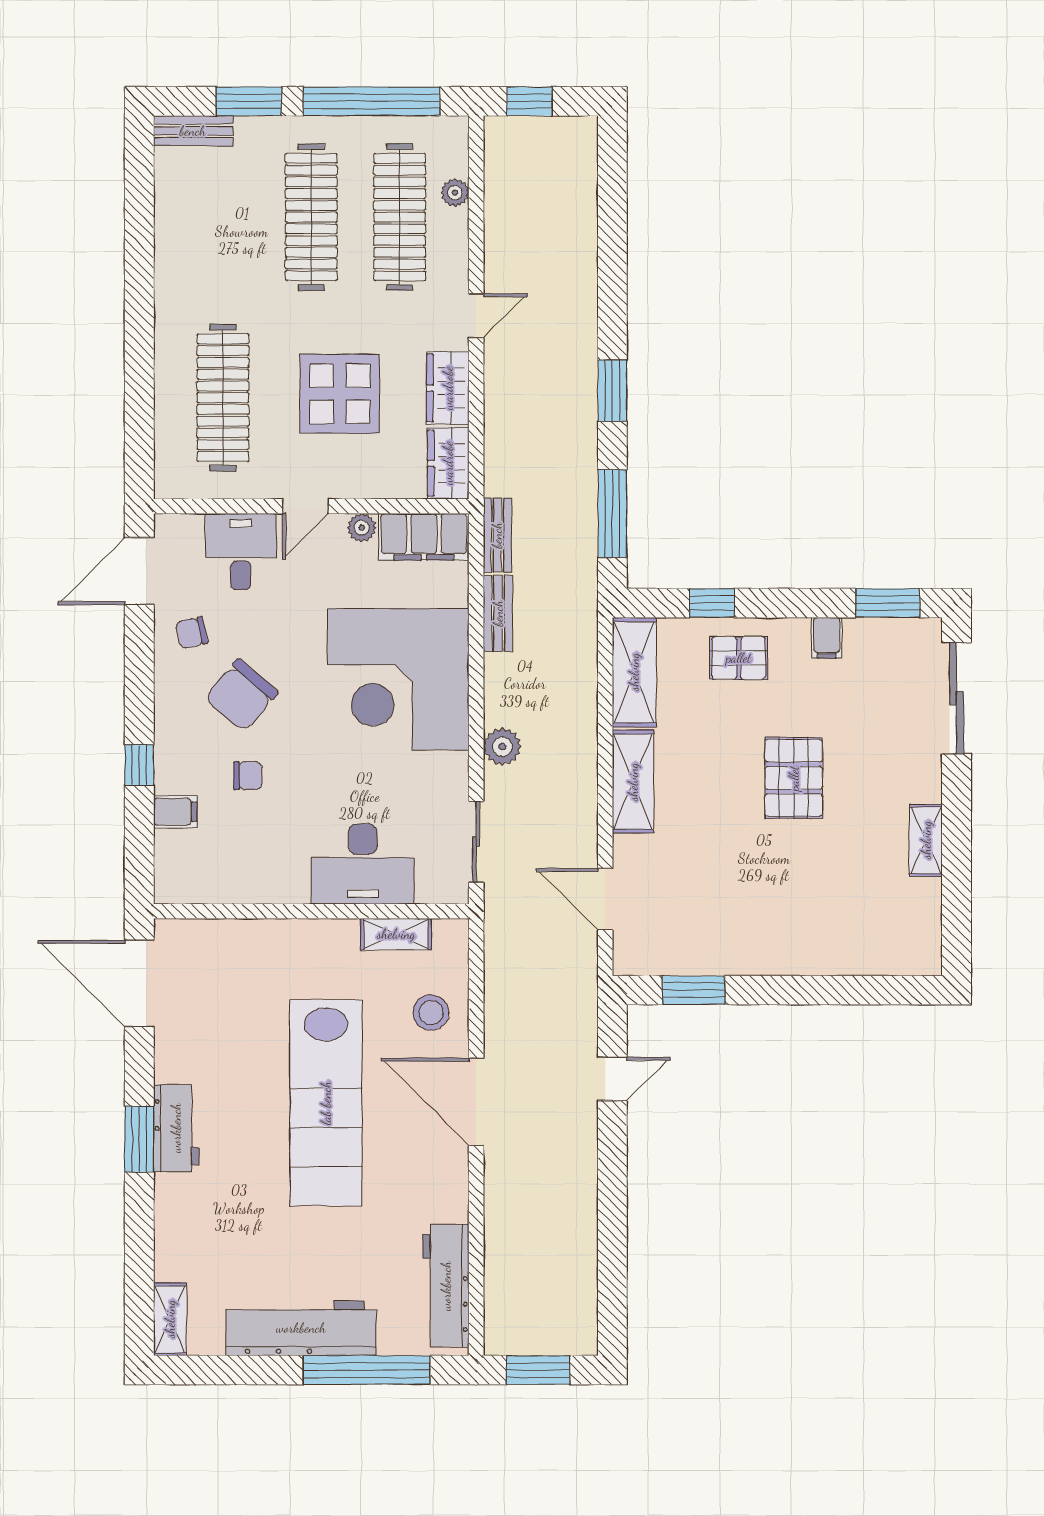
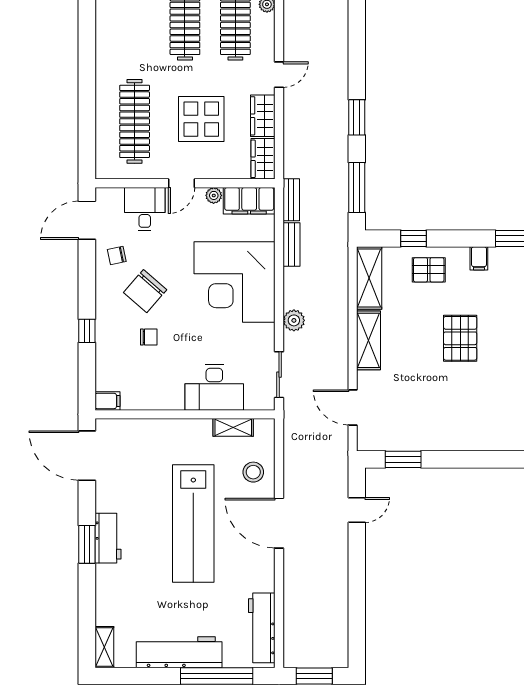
filing cabinet: (175, 812) -> (107, 401), moved

